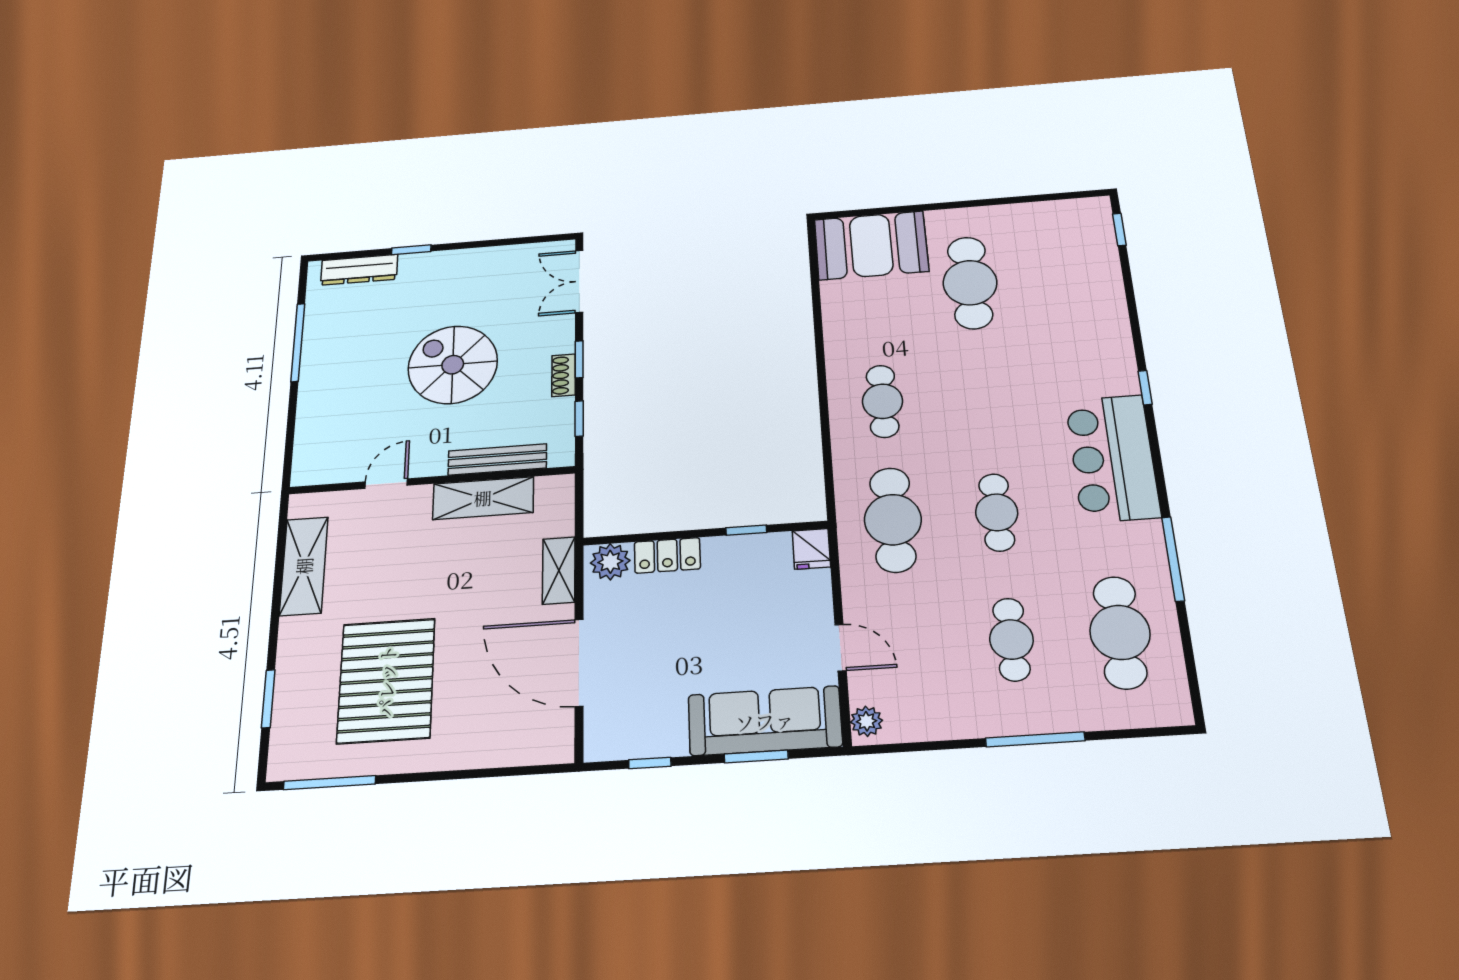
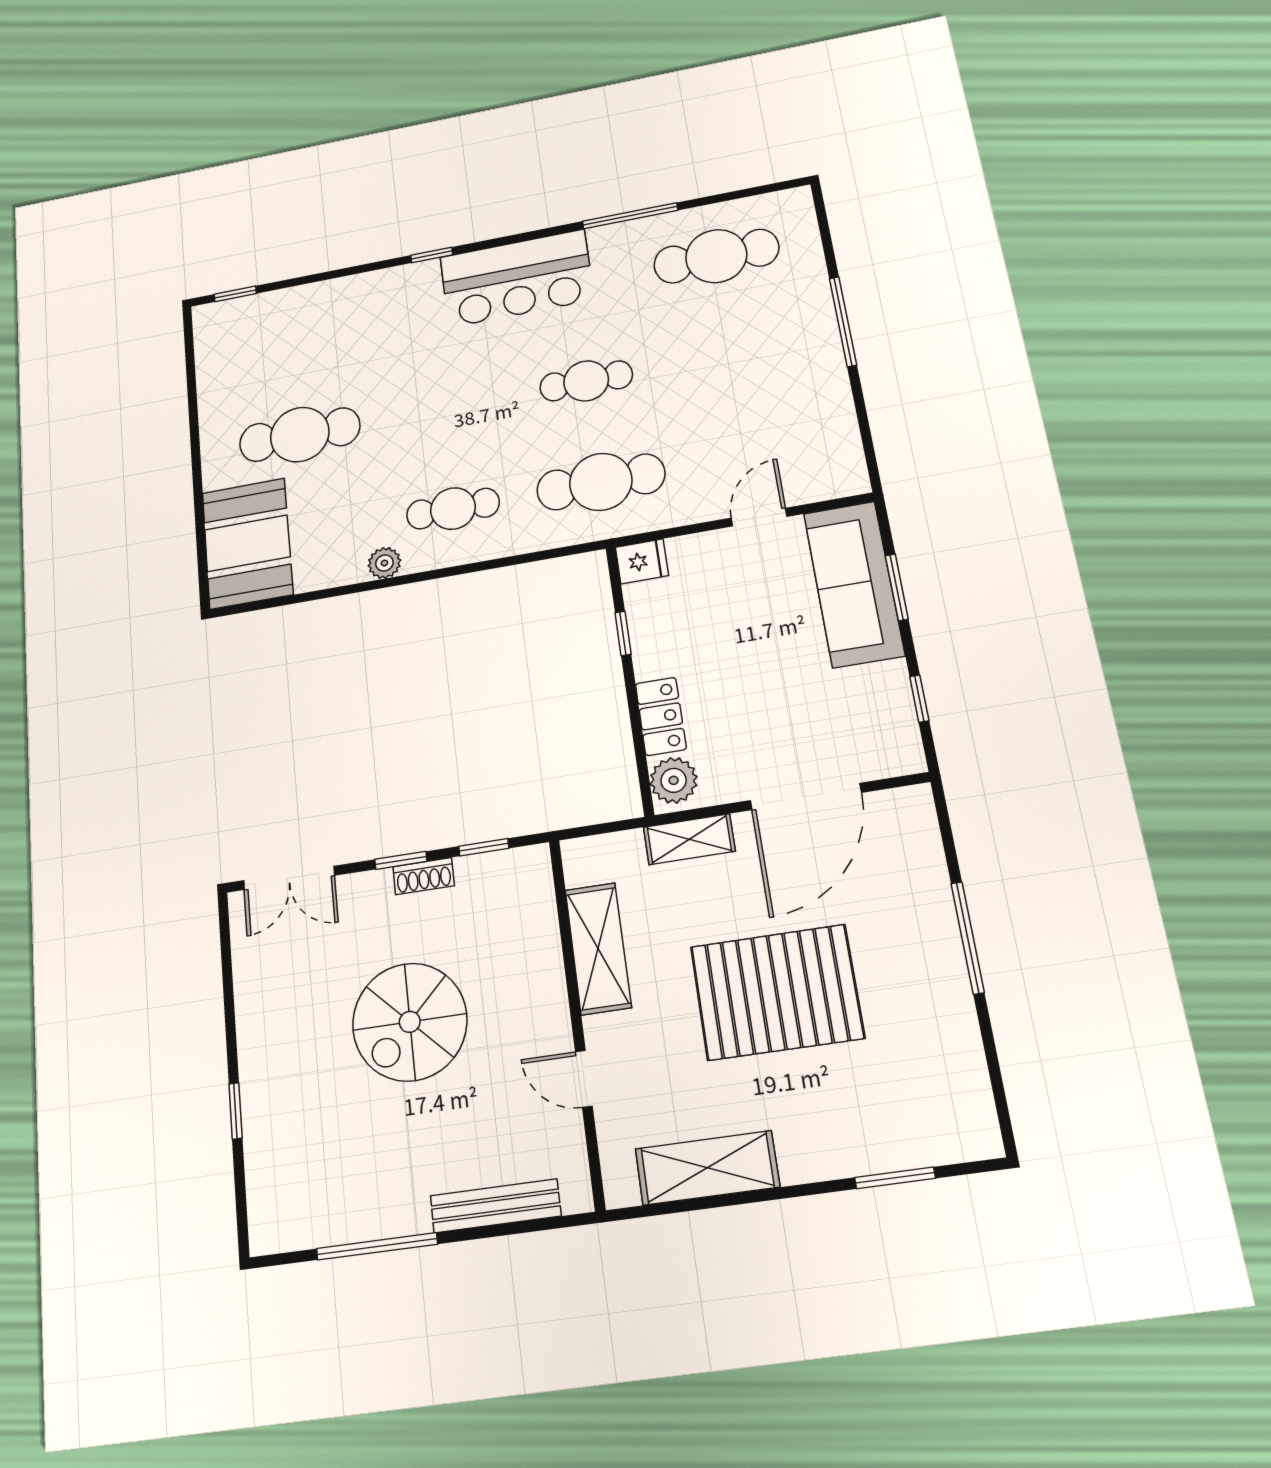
dresser: (359, 270) -> (265, 1180), removed
bench: (497, 460) -> (495, 1206), moved, turned 90
cafe table: (1011, 639) -> (734, 353), removed
pallet: (386, 681) -> (777, 992), moved
plant: (866, 721) -> (384, 563), moved
window: (330, 783) -> (968, 938), moved

